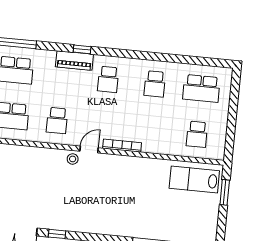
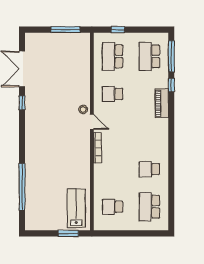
window: (82, 49) -> (171, 85), moved
school desk: (108, 79) -> (149, 132), removed

